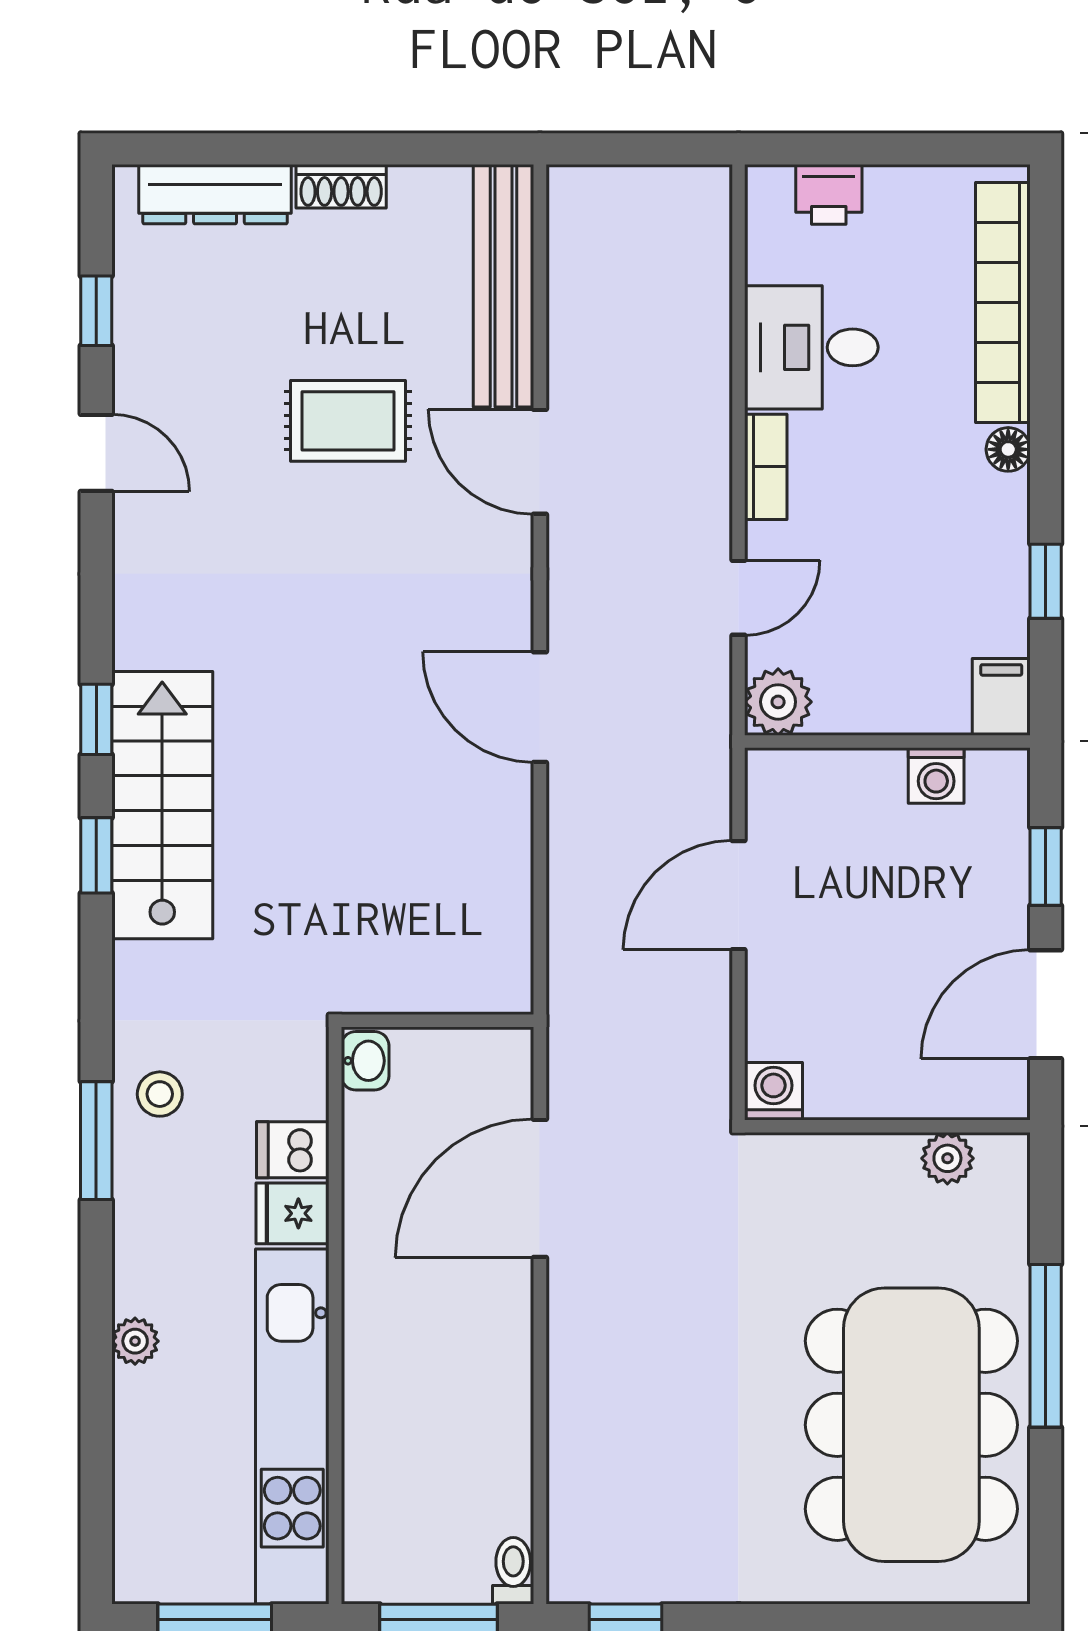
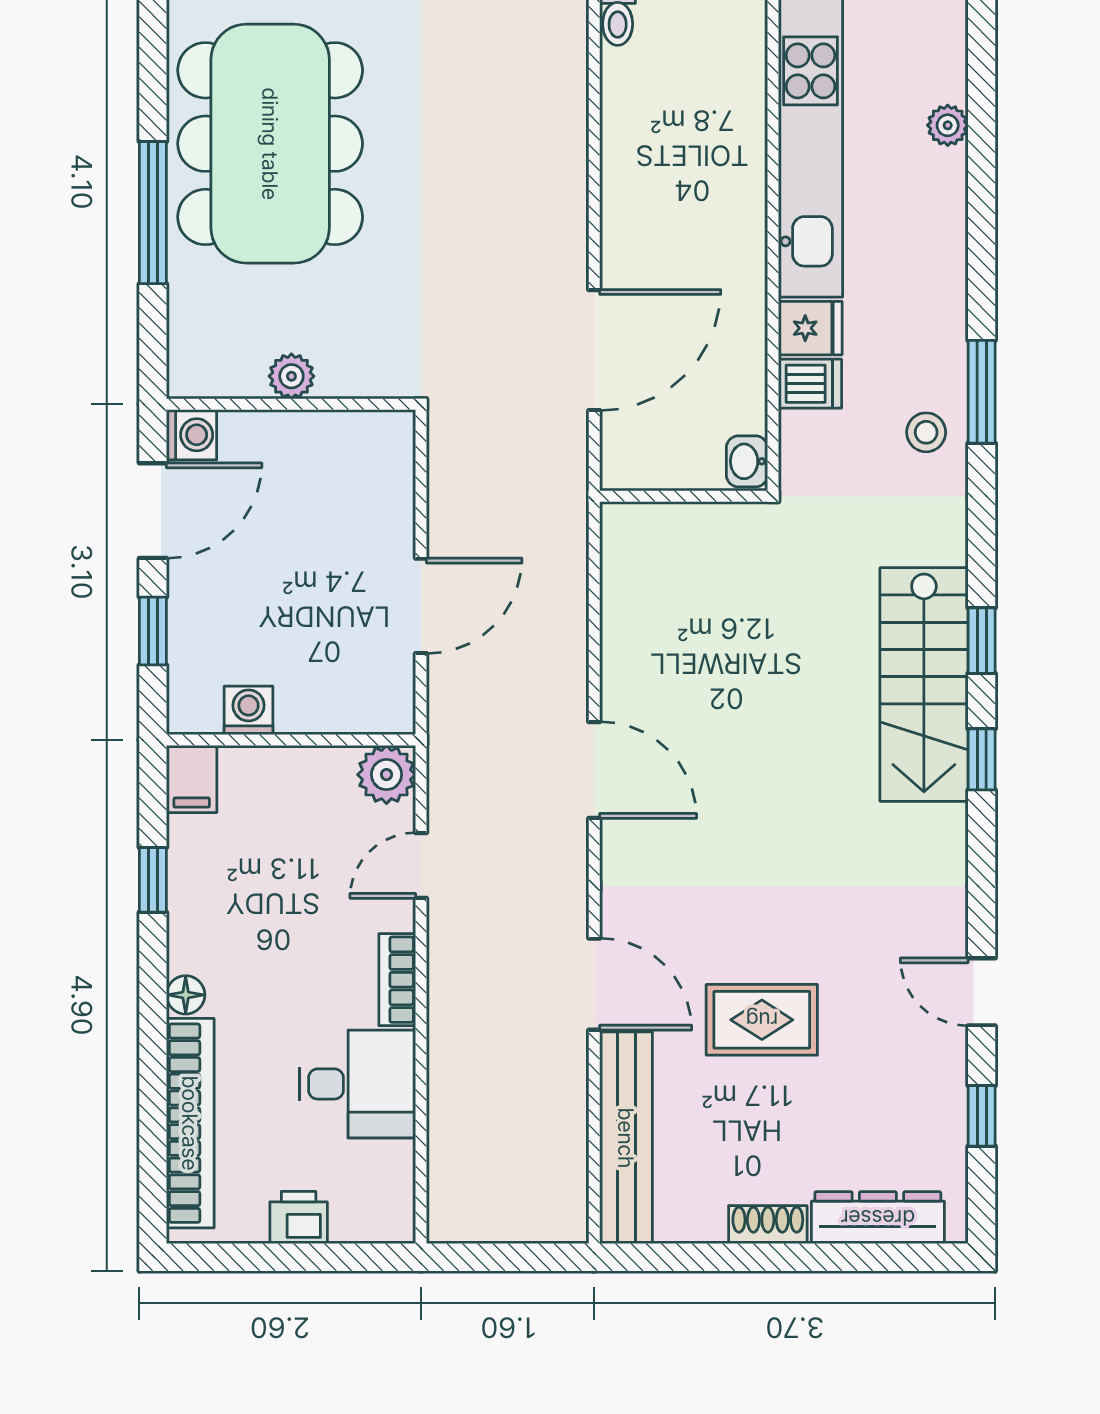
printer: (829, 194) -> (299, 1218), moved
washing machine: (774, 1091) -> (192, 435), moved, turned -90
plant: (947, 1158) -> (291, 376), moved
plant: (135, 1341) -> (948, 125), moved

